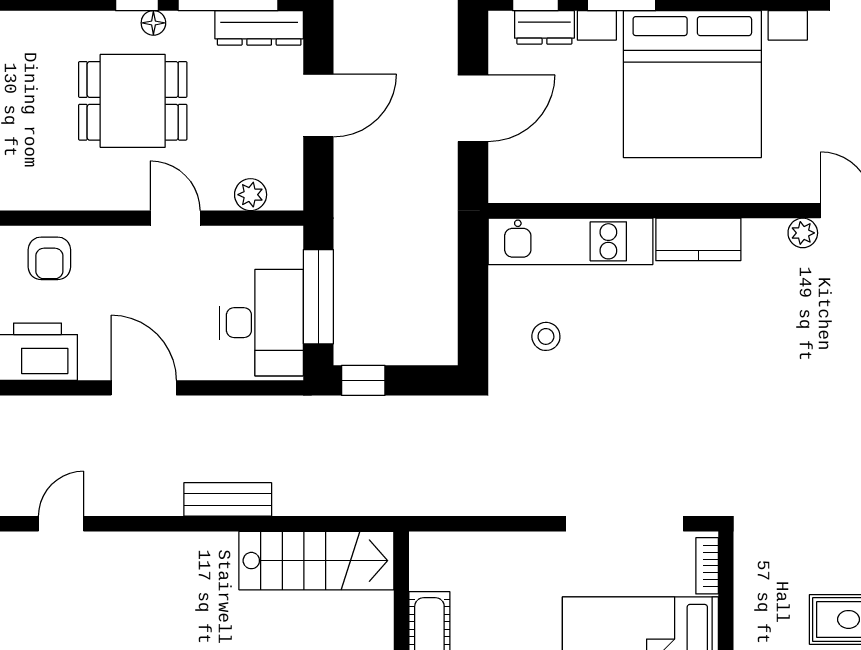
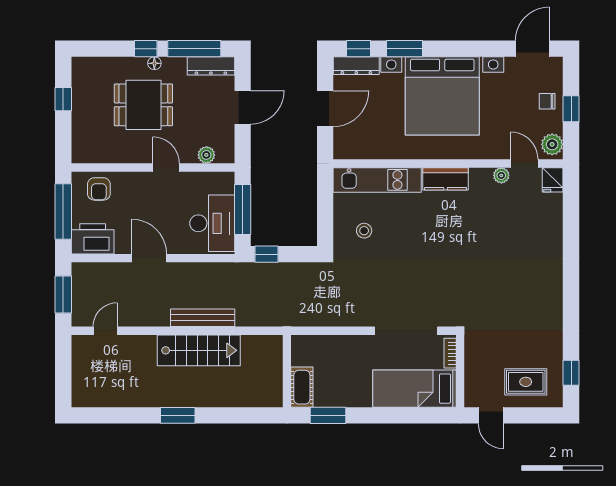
dresser: (544, 27) -> (356, 66), width x1.44
bench: (228, 499) -> (203, 318), width x1.36
stairs: (316, 561) -> (199, 350), moved

